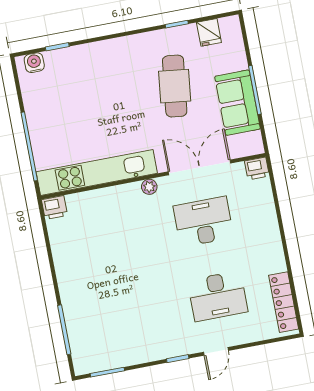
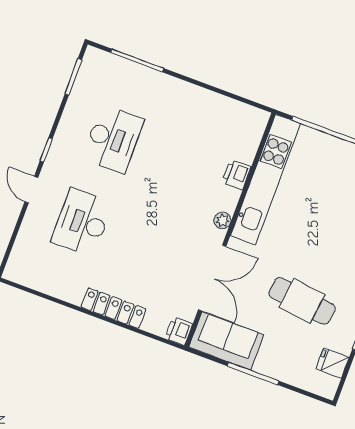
sofa: (238, 103) -> (226, 341), moved
printer: (55, 208) -> (236, 175), moved
desk: (203, 222) -> (113, 139), moved
locker: (284, 302) -> (114, 308), moved

